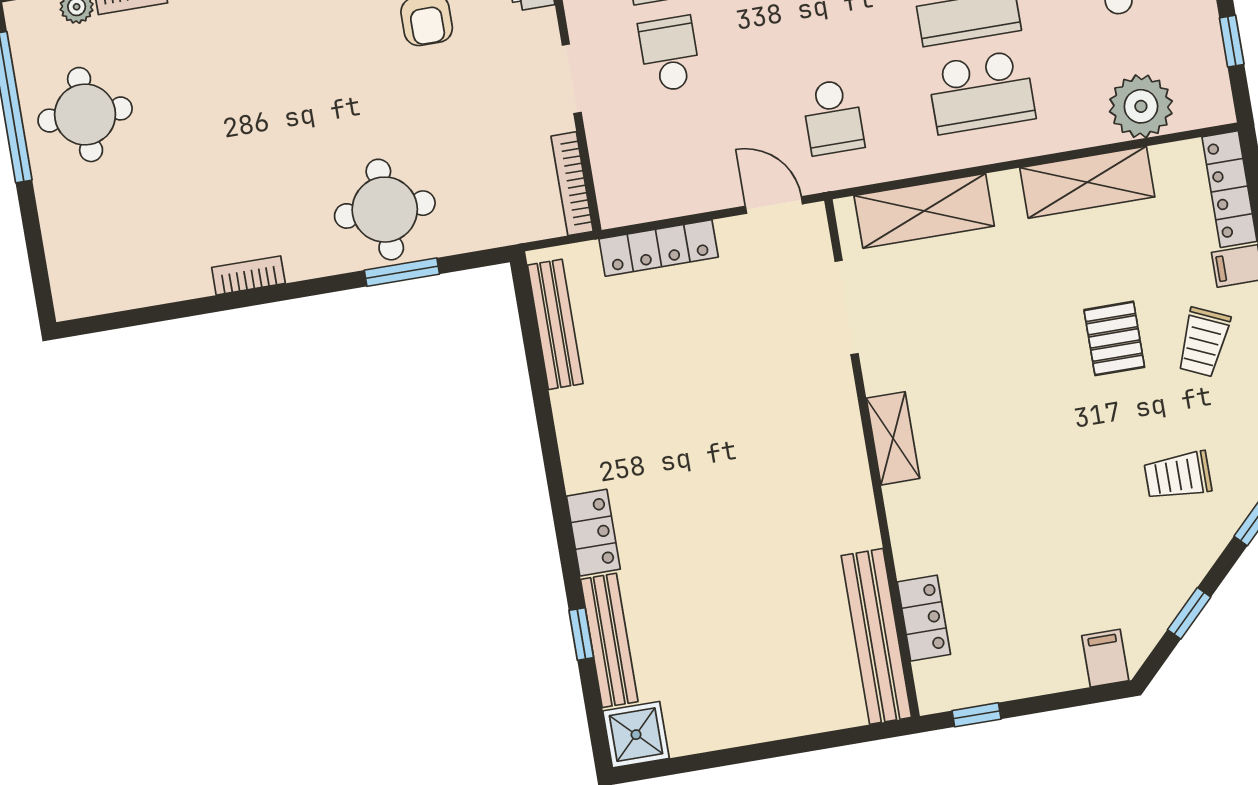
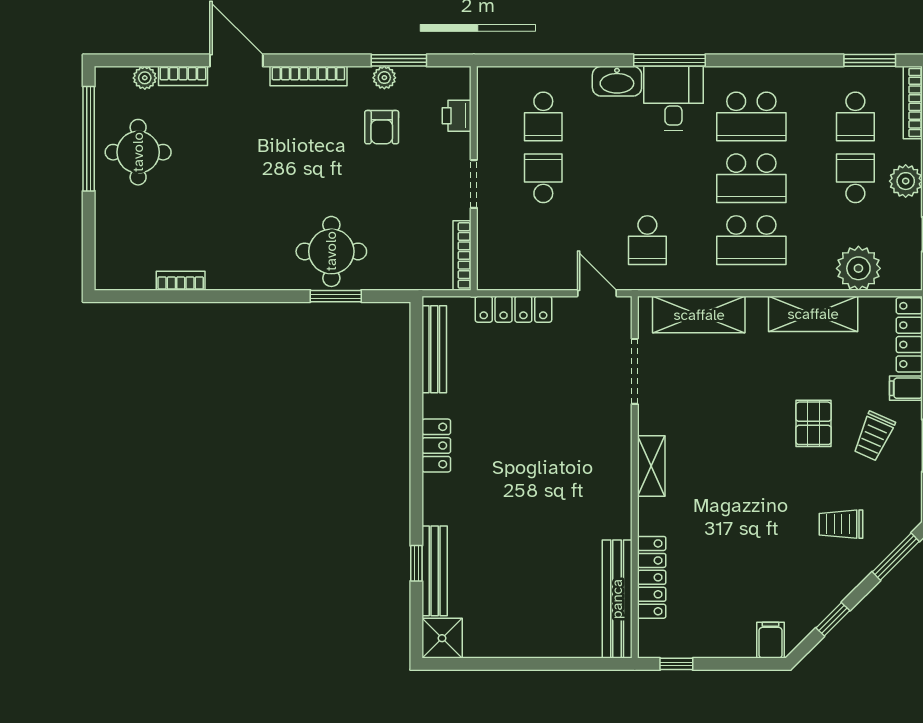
bookcase: (248, 275) -> (181, 281), moved
locker: (593, 533) -> (436, 446), moved
locker: (924, 618) -> (652, 577), width x1.53

